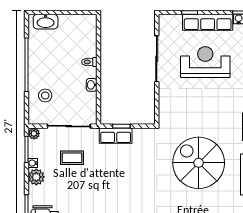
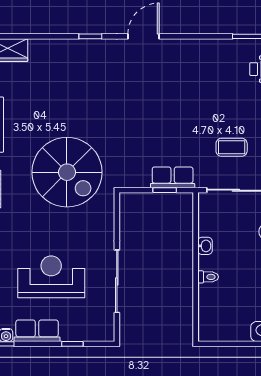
row of seats: (208, 22) -> (37, 331), width x0.68
reception desk: (205, 62) -> (51, 277), turned 180
spiral stairs: (199, 163) -> (67, 172), moved

